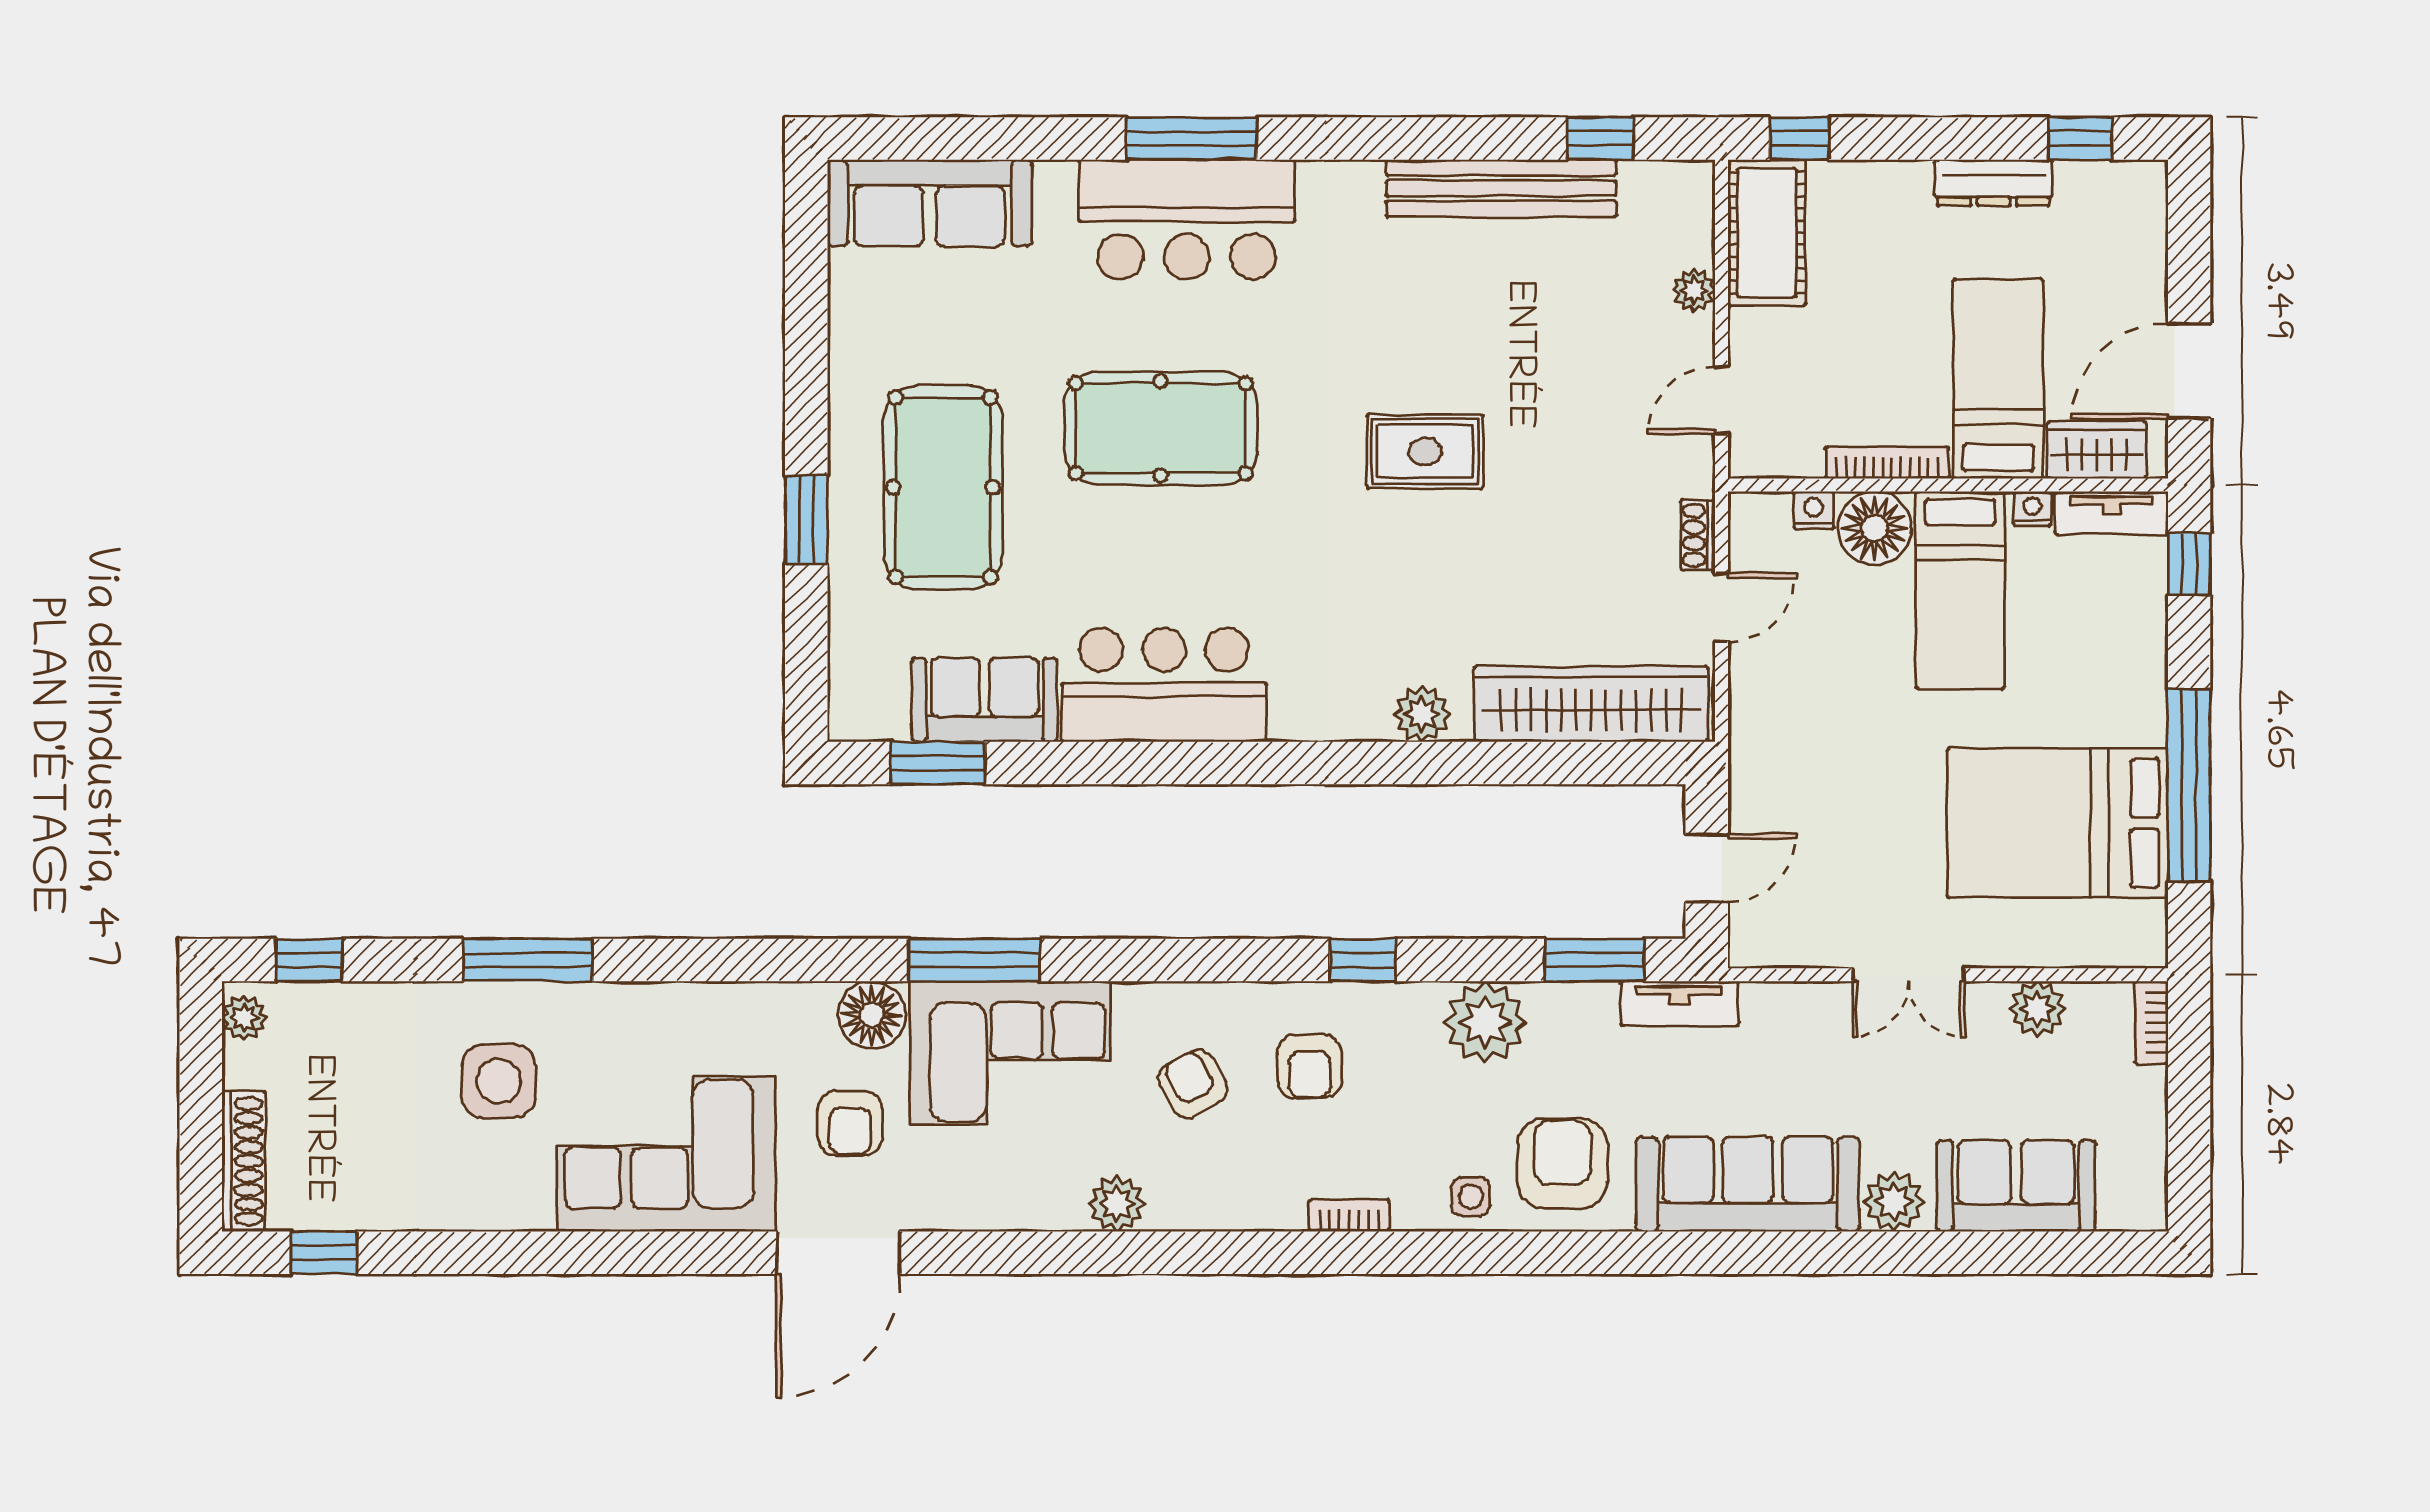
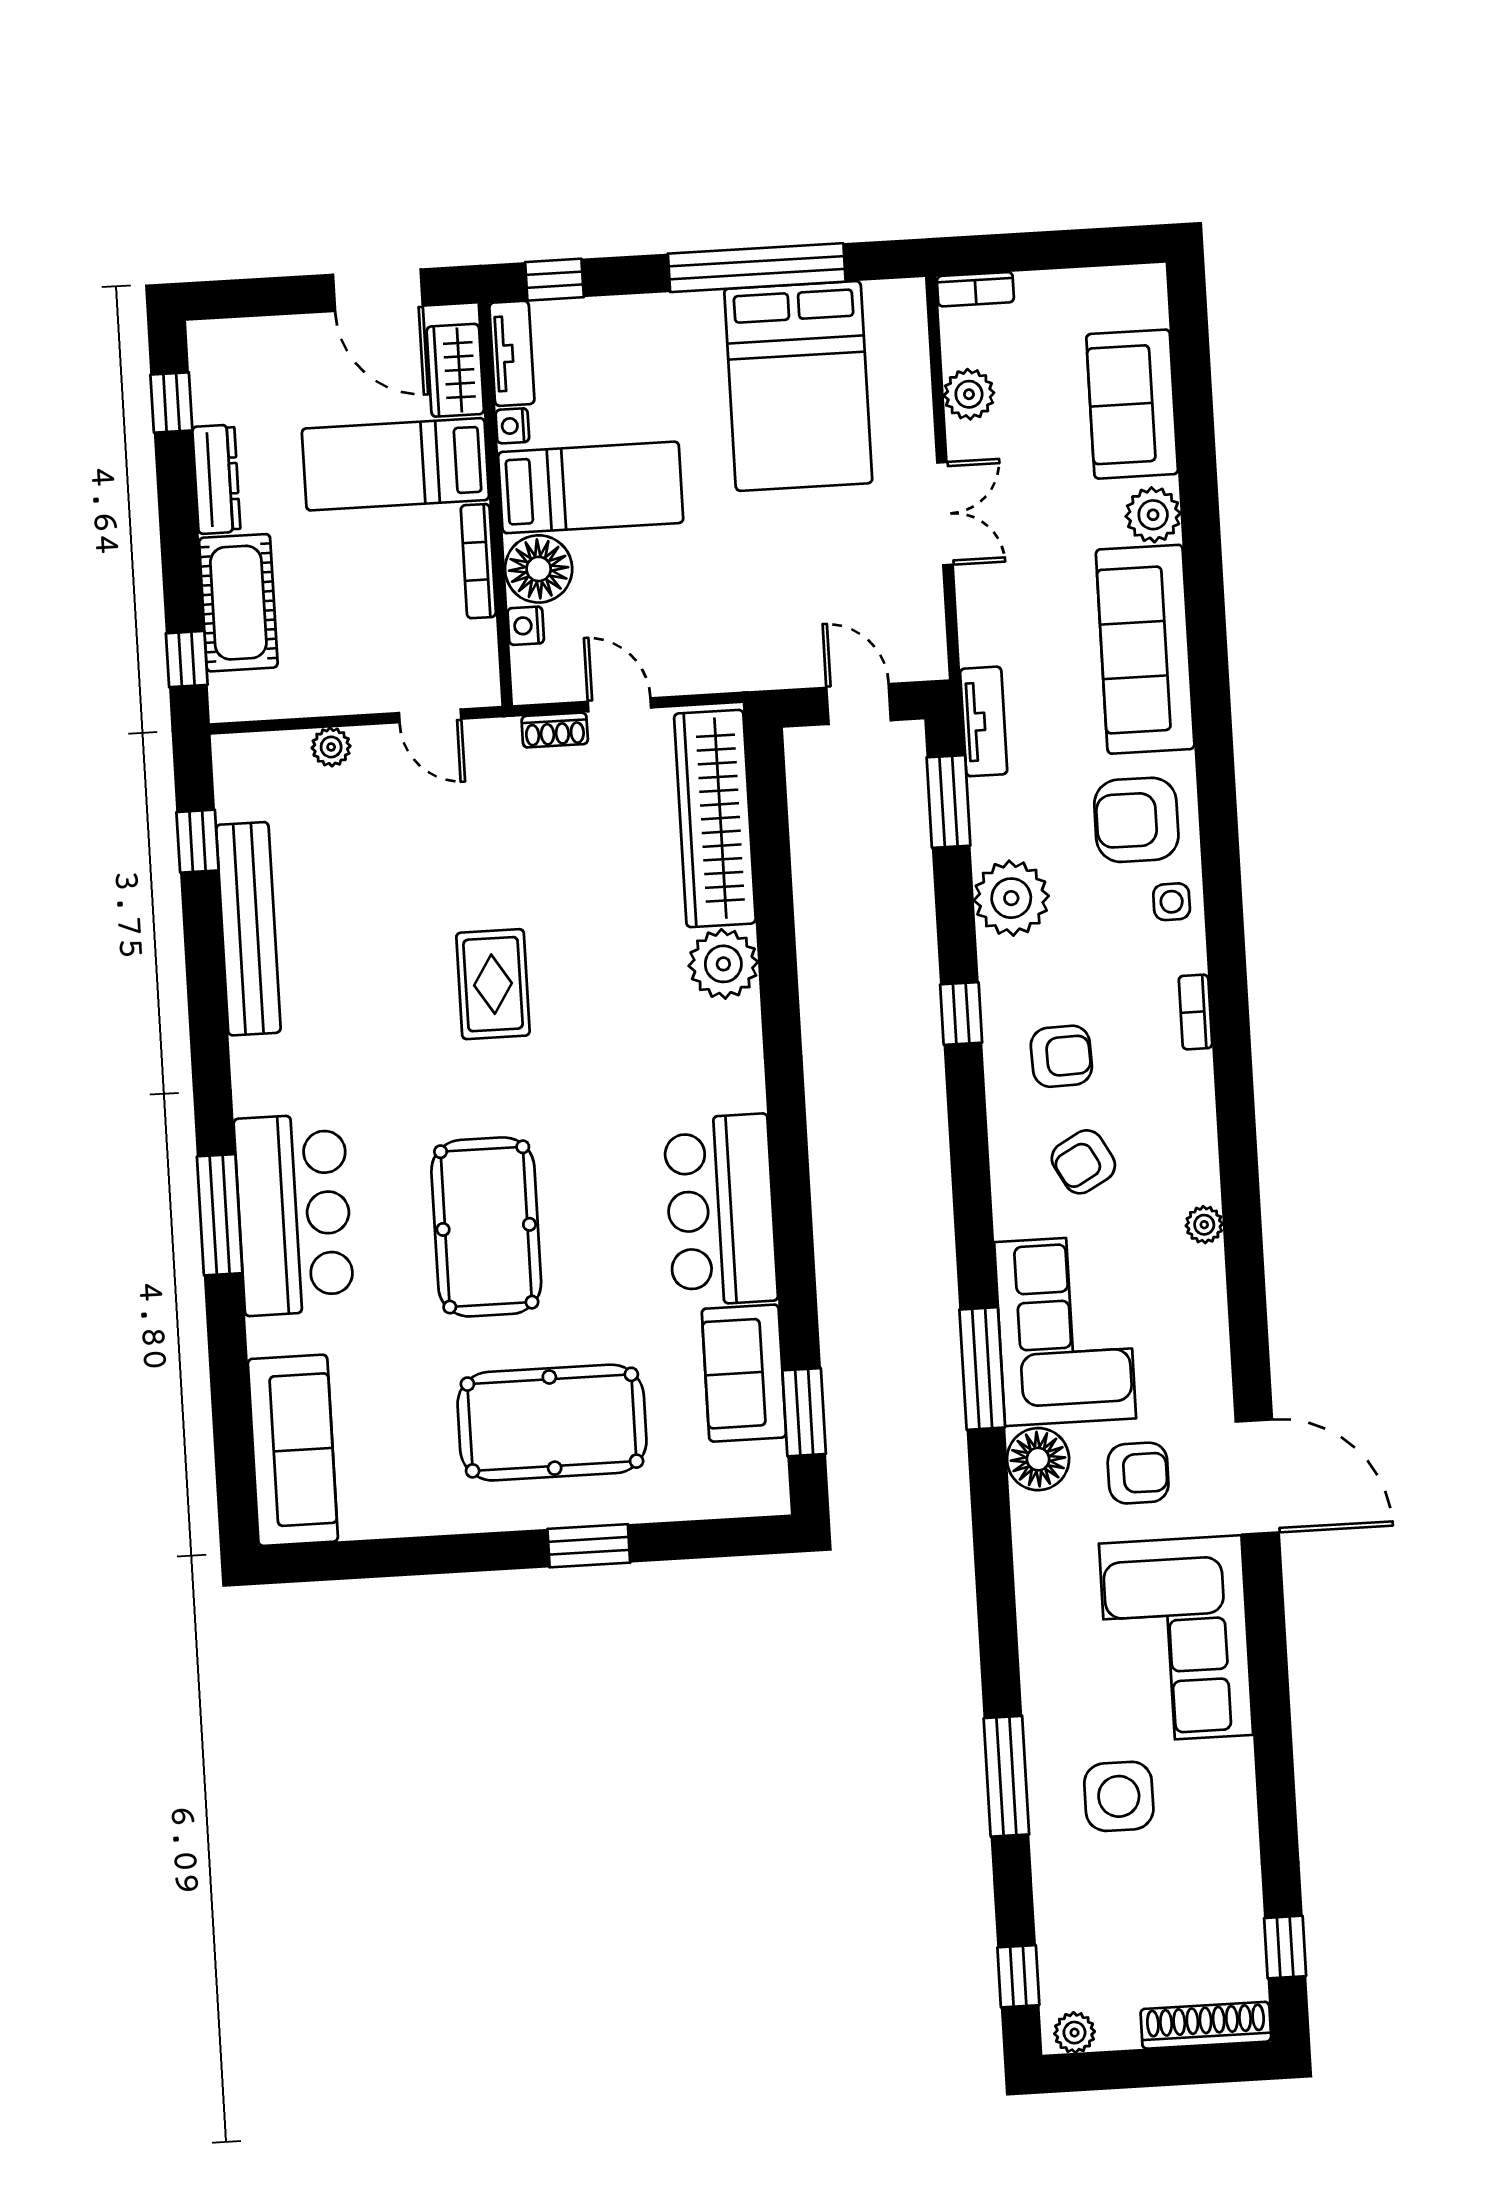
cot: (1767, 233) -> (238, 603), moved, turned 90
plant: (1422, 714) -> (723, 964), width x1.36, depth x1.36
plant: (1117, 1204) -> (1204, 1225), width x0.73, depth x0.73

